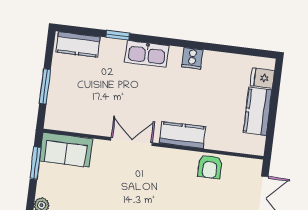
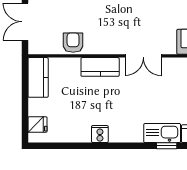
kitchen sink: (147, 54) -> (162, 133), moved
kitchen counter: (258, 111) -> (38, 77), moved

